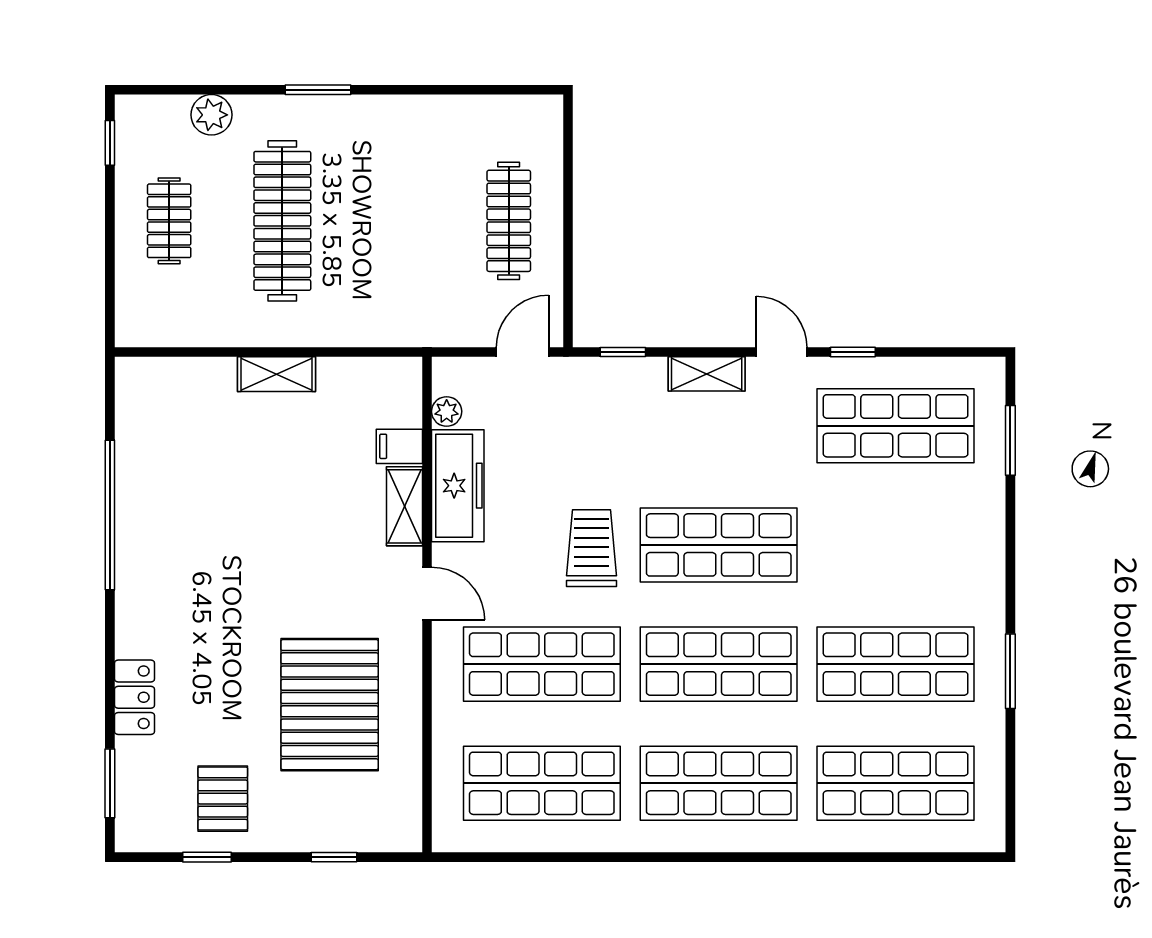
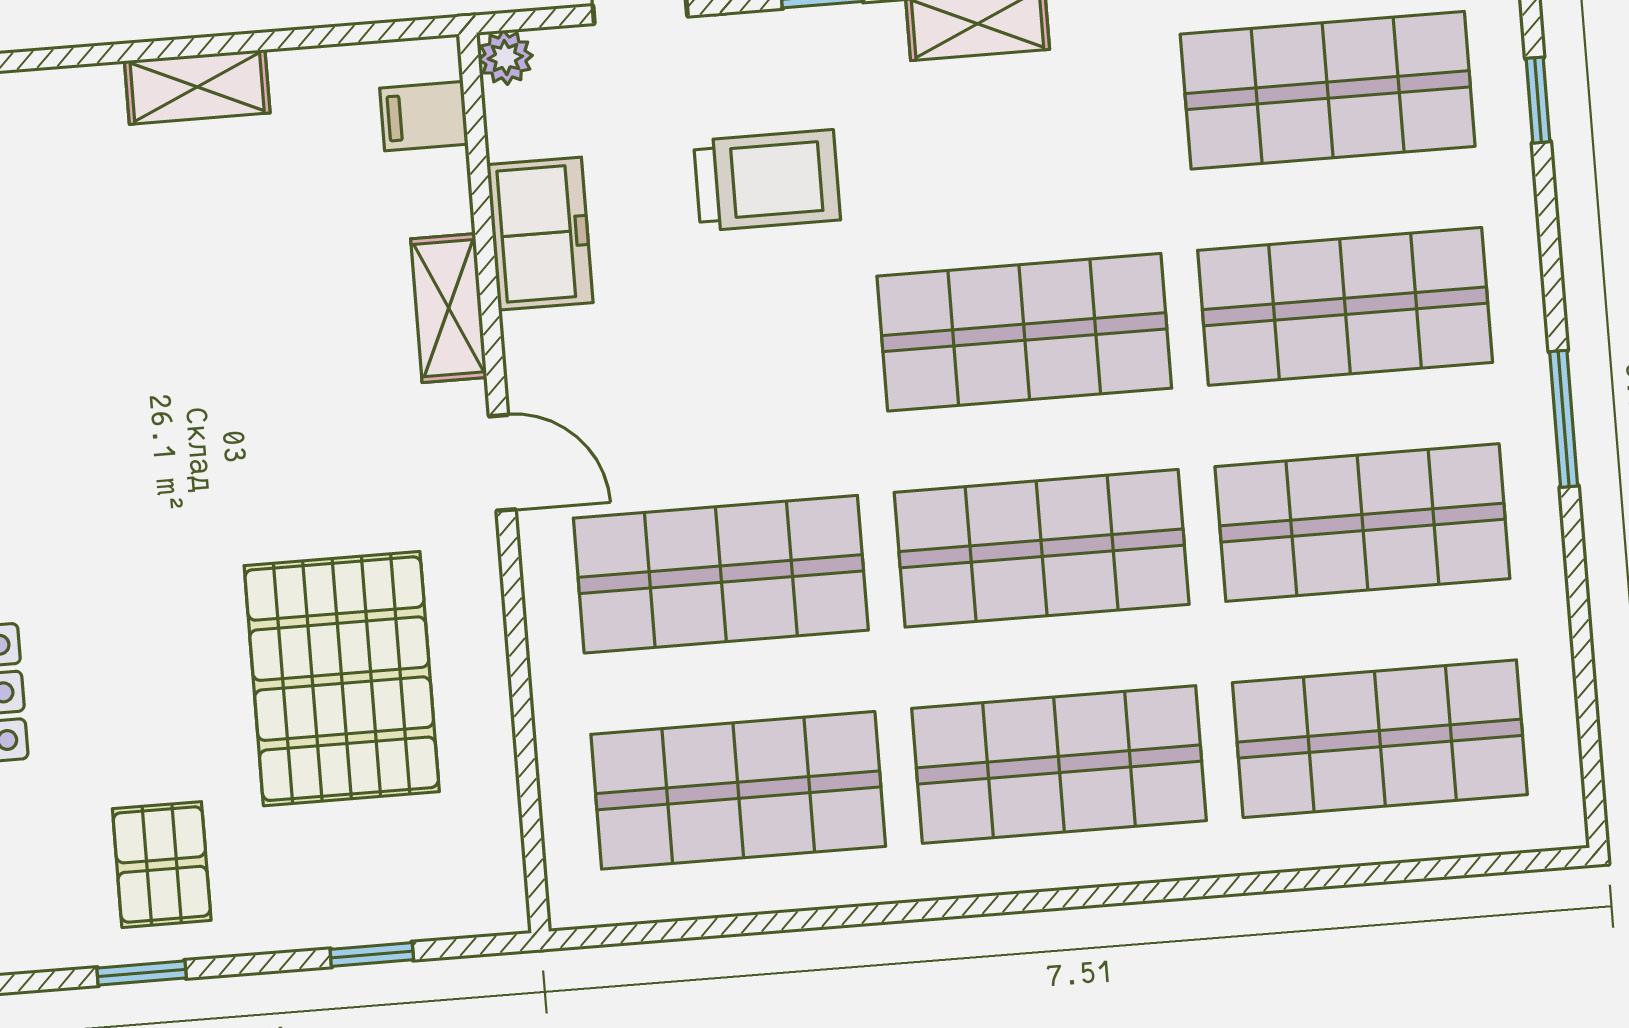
plant: (447, 411) -> (505, 57), moved
window: (1010, 440) -> (1538, 100), width x0.67
filing cabinet: (399, 446) -> (424, 116), moved
freezer: (458, 486) -> (540, 234), width x0.71
shop shelf: (896, 545) -> (1345, 306), added
trolley: (592, 548) -> (767, 180), moved, turned 90
window: (1010, 671) -> (1564, 419), moved

